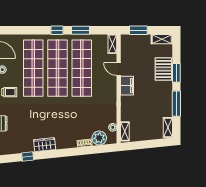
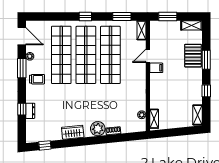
window: (81, 30) -> (122, 16), moved
door: (119, 69) -> (148, 56), hinge flipped
filing cabinet: (127, 86) -> (156, 68), width x0.50
window: (176, 104) -> (206, 91), width x0.46
plant: (99, 138) -> (98, 129), moved
window: (28, 157) -> (45, 145), moved

